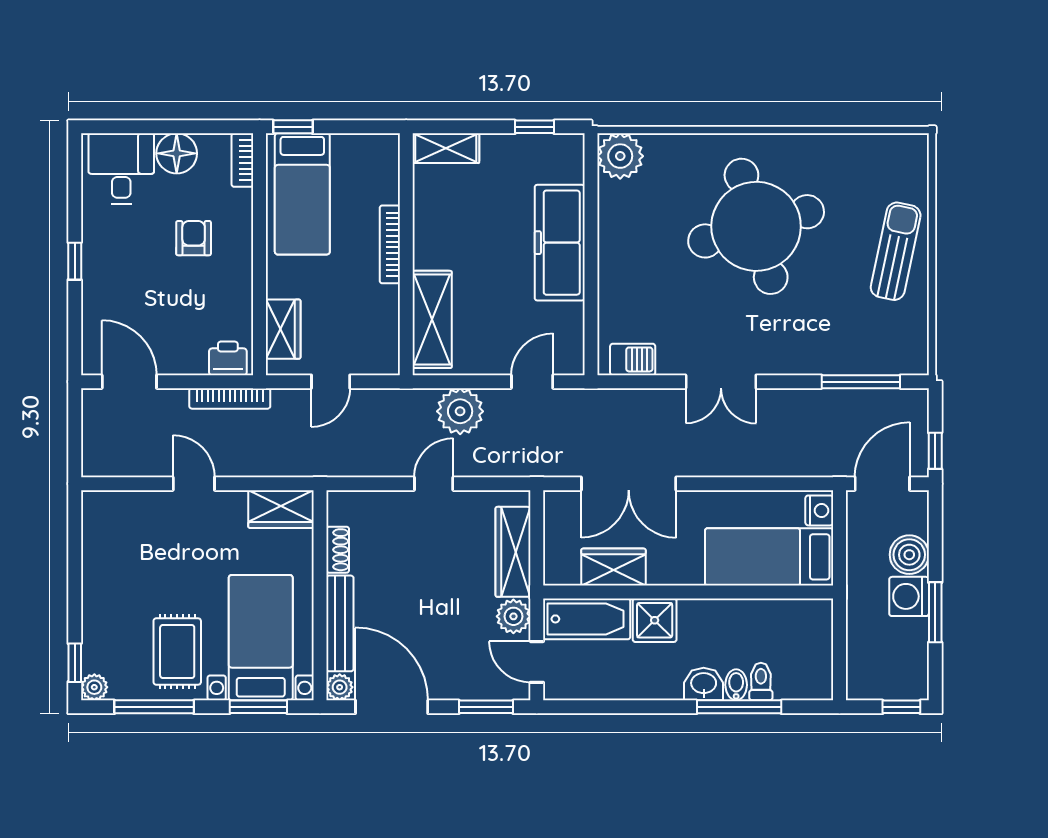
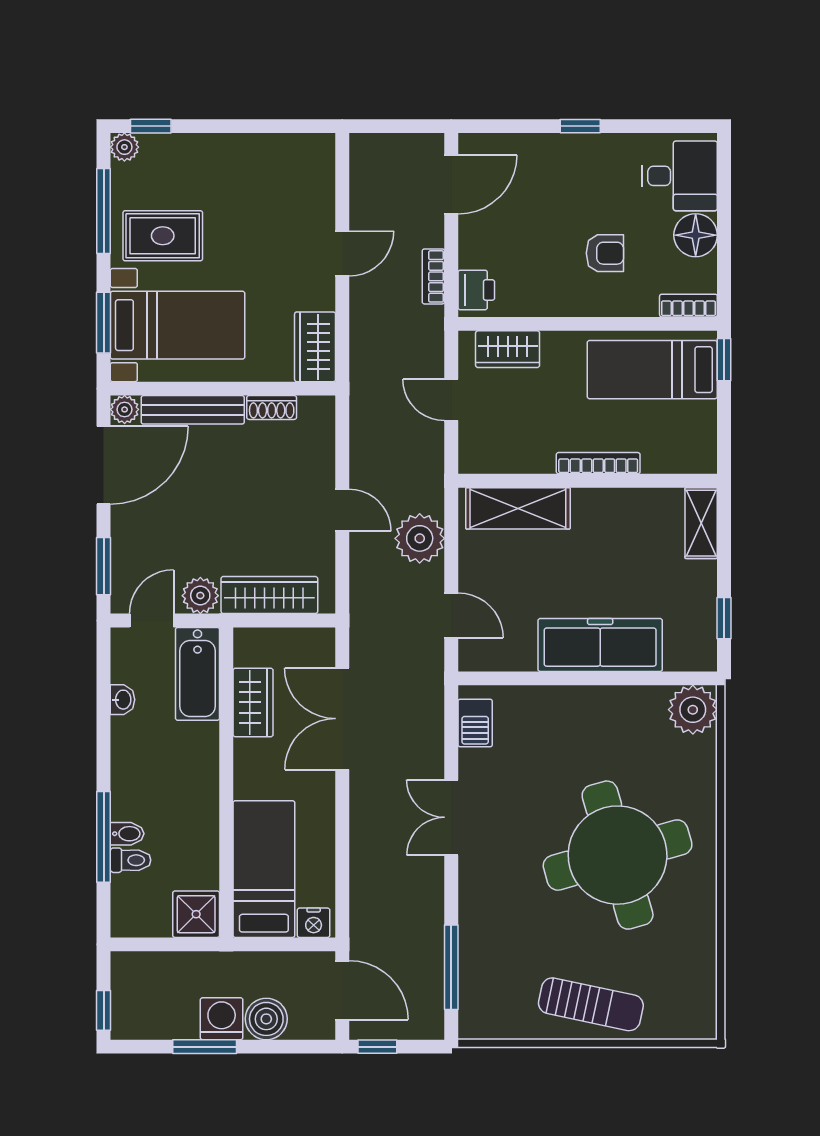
bookcase: (230, 398) -> (433, 276), width x0.64
shower: (655, 620) -> (196, 914), moved
washbasin: (704, 684) -> (122, 700), moved, width x0.72, depth x0.69

